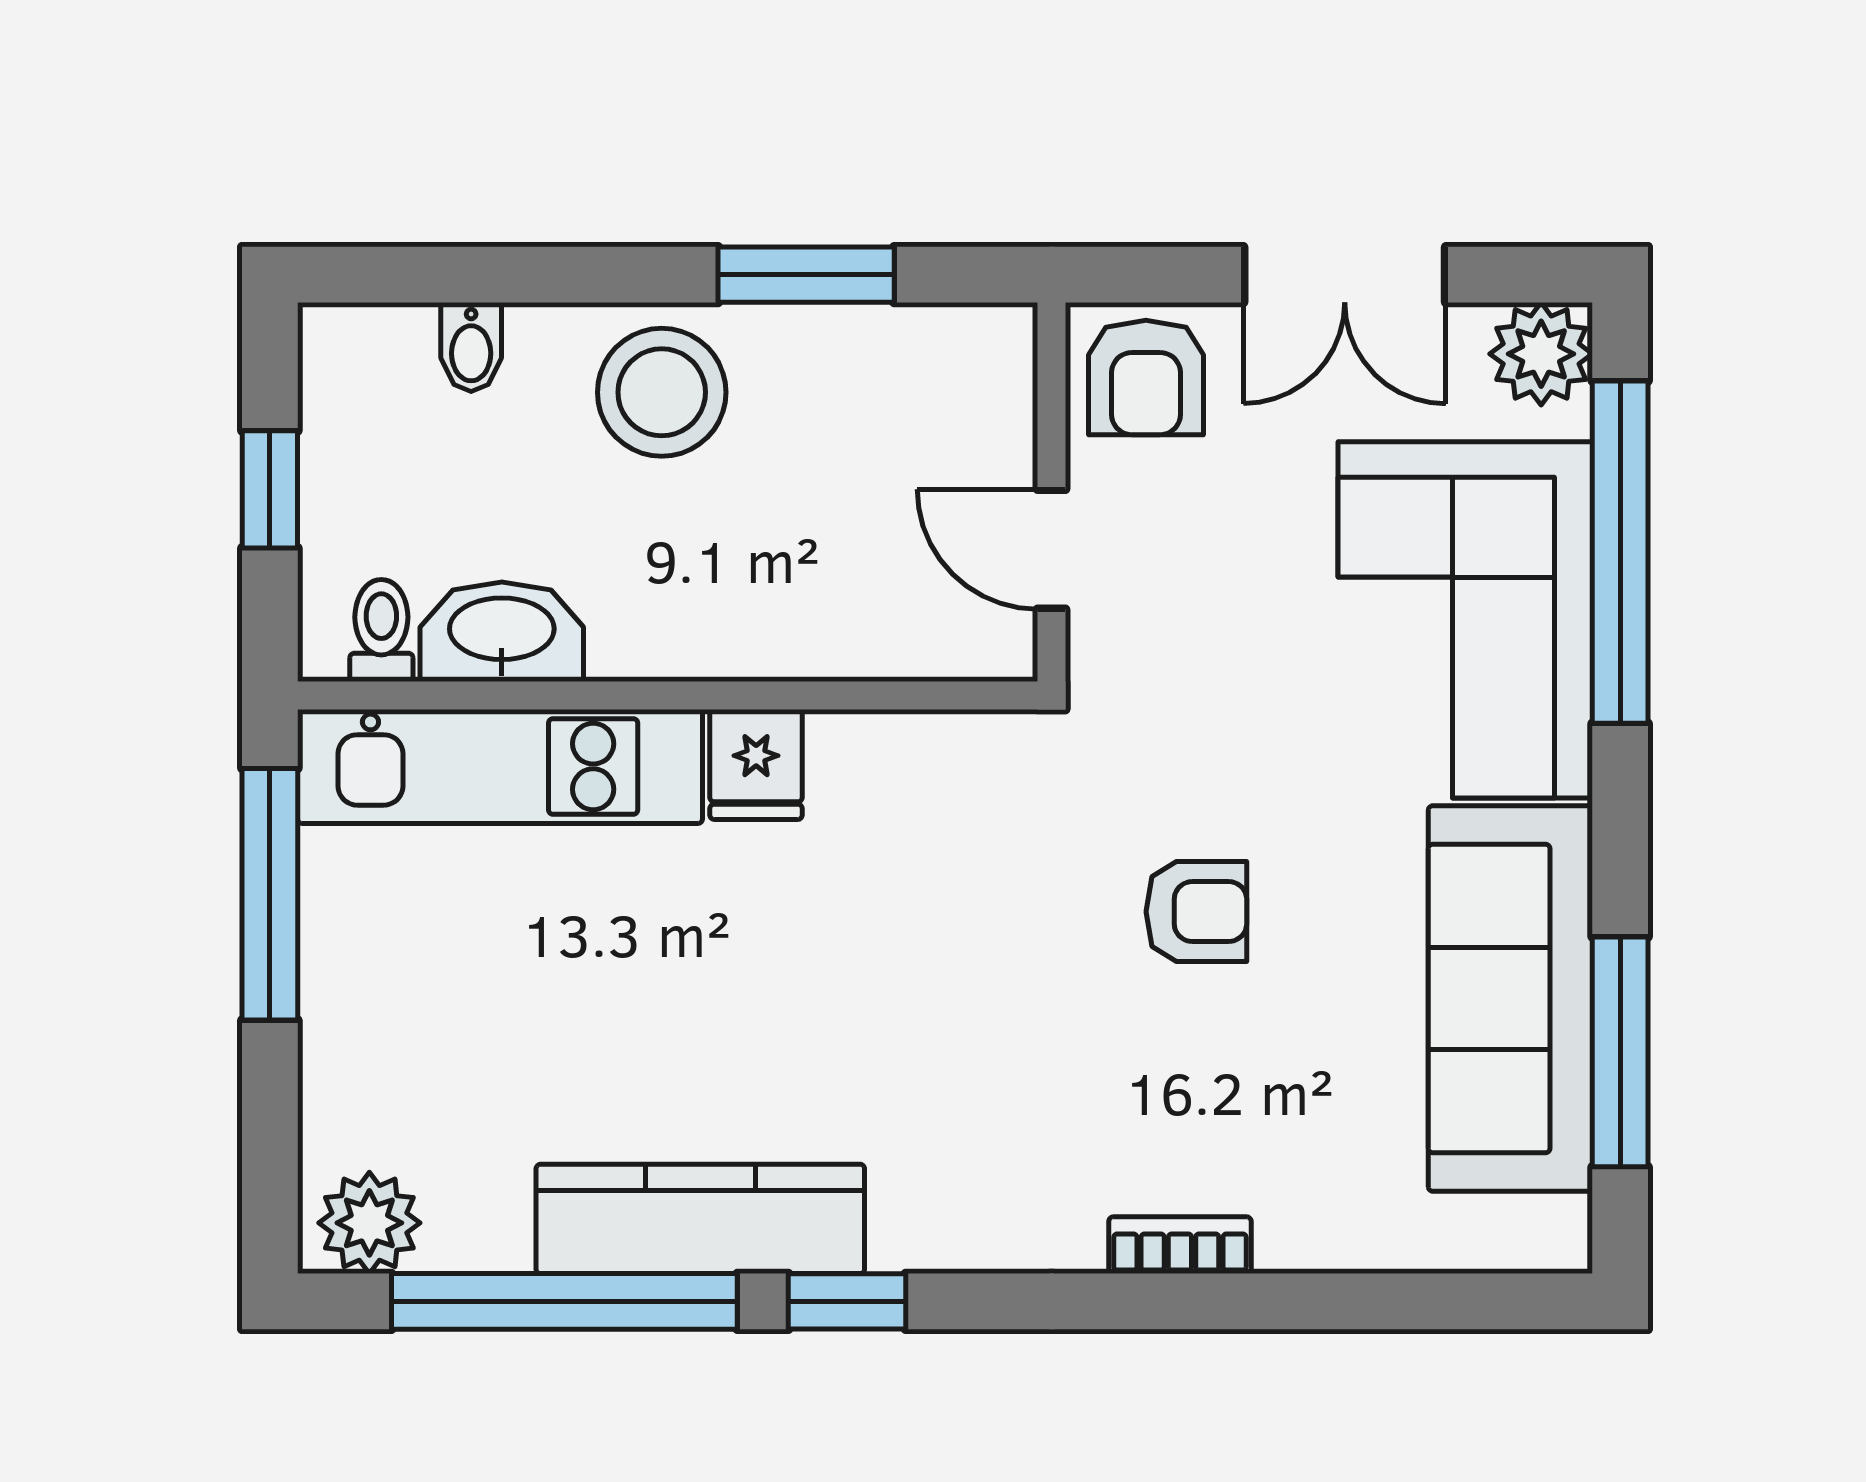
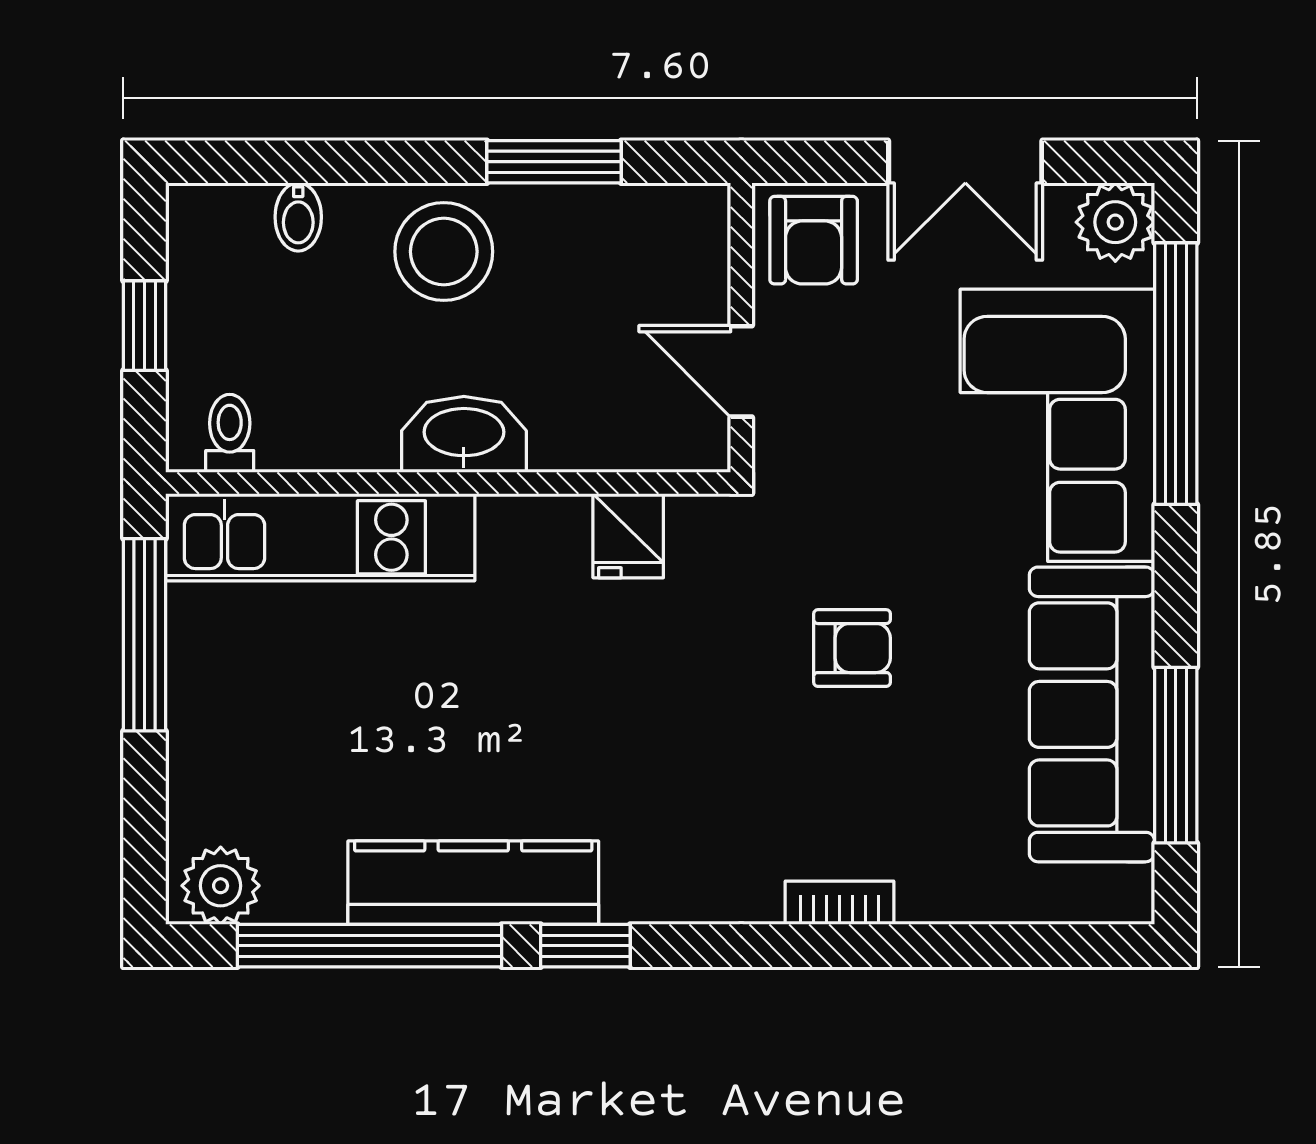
washbasin: (502, 632) -> (464, 434), moved
fridge: (756, 764) -> (628, 536), moved

